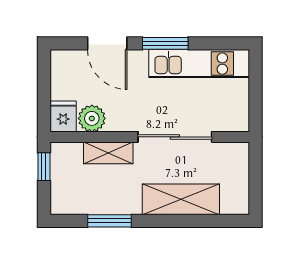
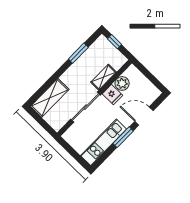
fridge: (63, 117) -> (112, 95), moved
window: (44, 167) -> (114, 42), moved
shelving: (181, 199) -> (50, 98), moved

